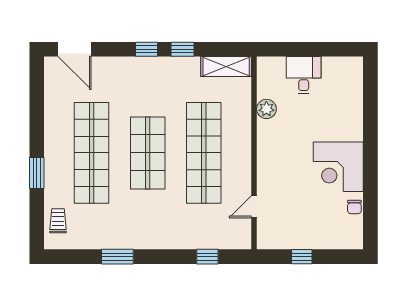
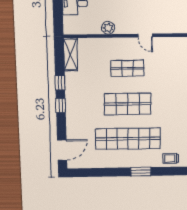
plant: (266, 109) -> (108, 28), moved
shop shelf: (204, 153) -> (127, 68), width x0.50, depth x0.74
door: (254, 207) -> (145, 36), moved

